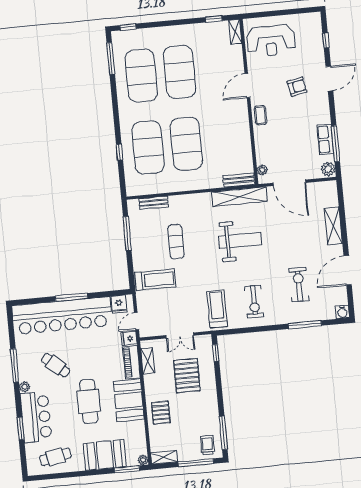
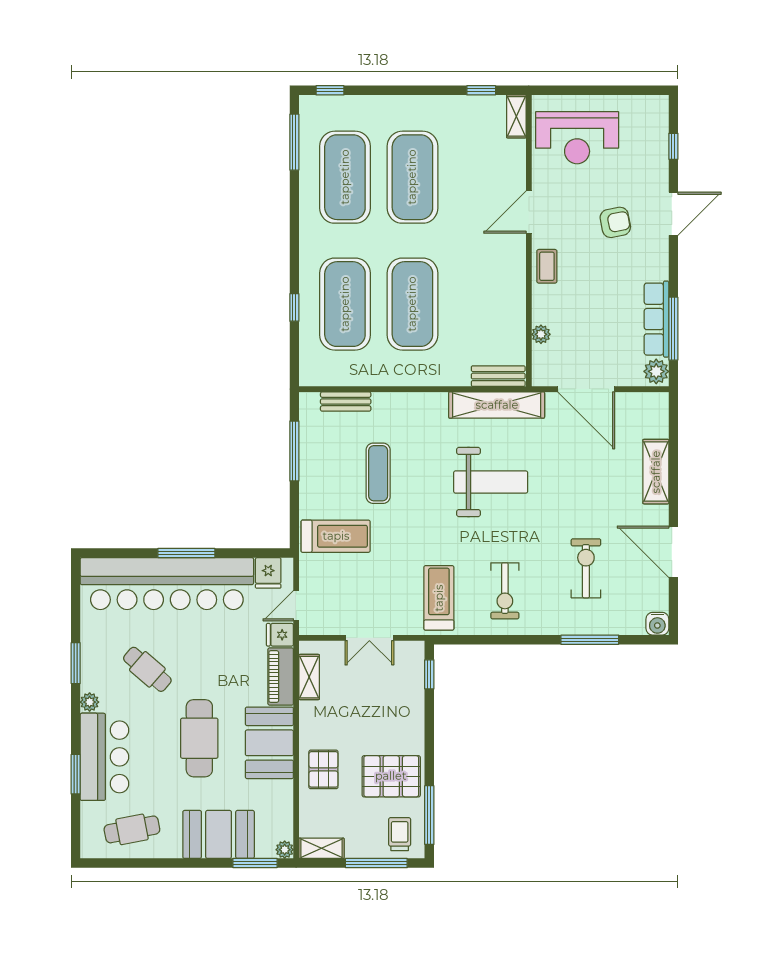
row of seats: (325, 139) -> (656, 319), width x1.48
plant: (262, 170) -> (541, 334), moved
door: (348, 270) -> (673, 552), hinge flipped
window: (15, 366) -> (76, 663), width x0.69
pallet: (187, 376) -> (391, 776), moved, turned 90

